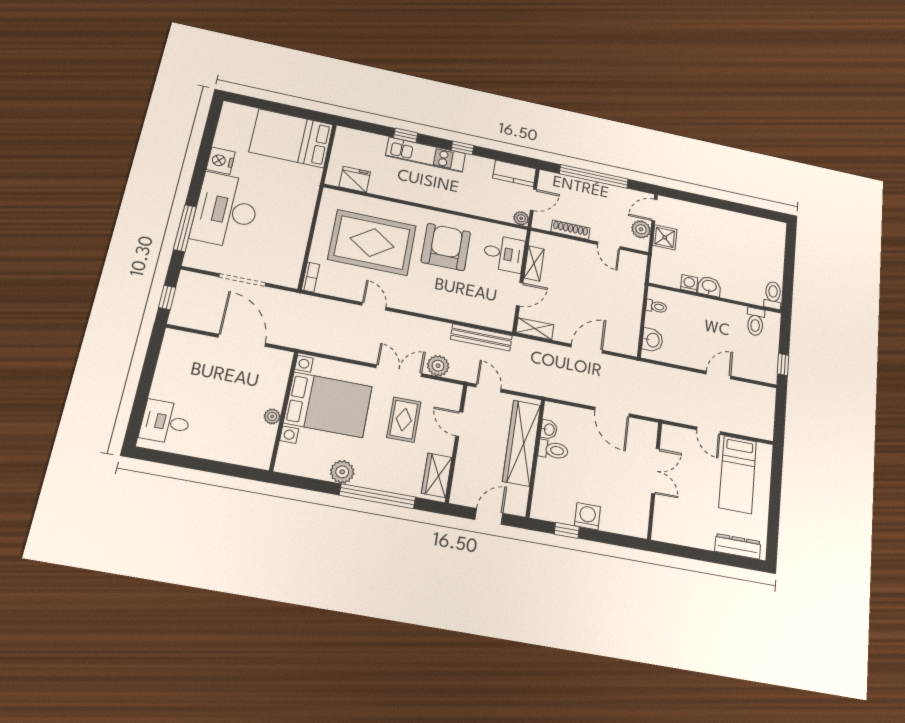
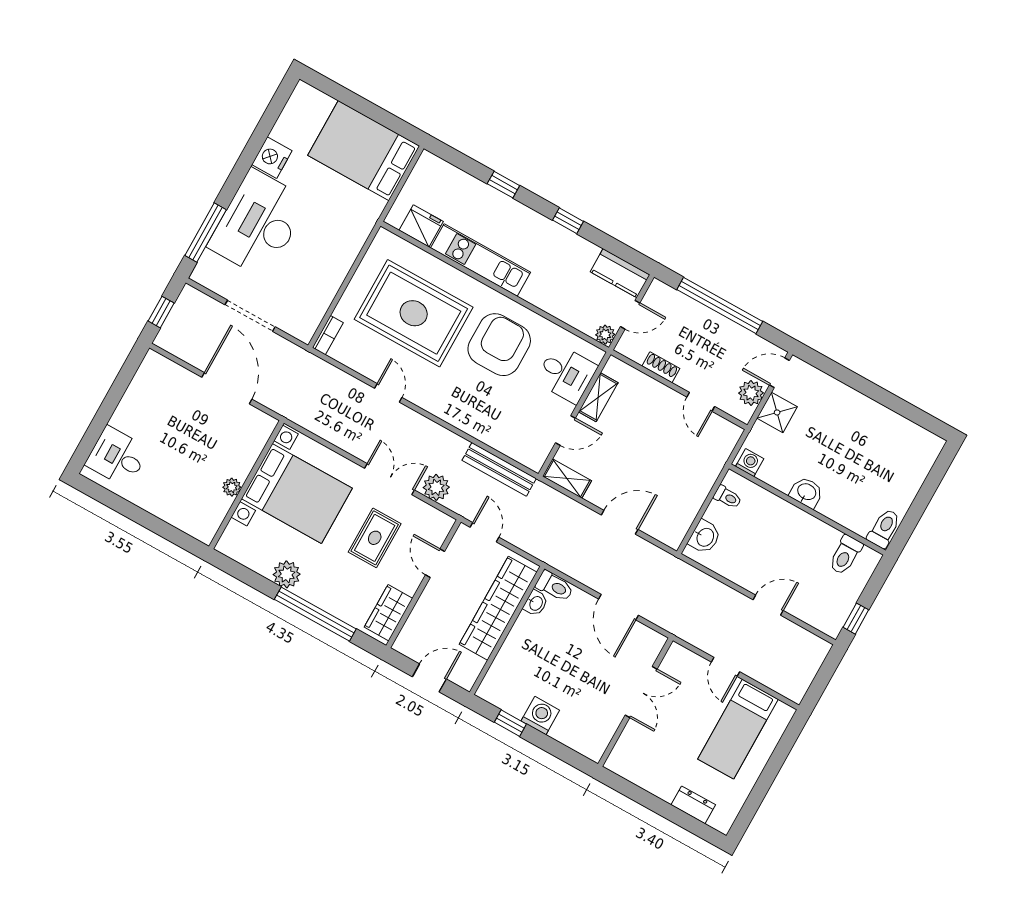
kitchen unit: (426, 155) -> (481, 260), moved, turned 180
shoe rack: (570, 230) -> (661, 367), width x0.70
washing machine: (689, 283) -> (750, 463), moved
toilet: (553, 450) -> (555, 586), moved
dresser: (738, 546) -> (693, 805), width x0.70

